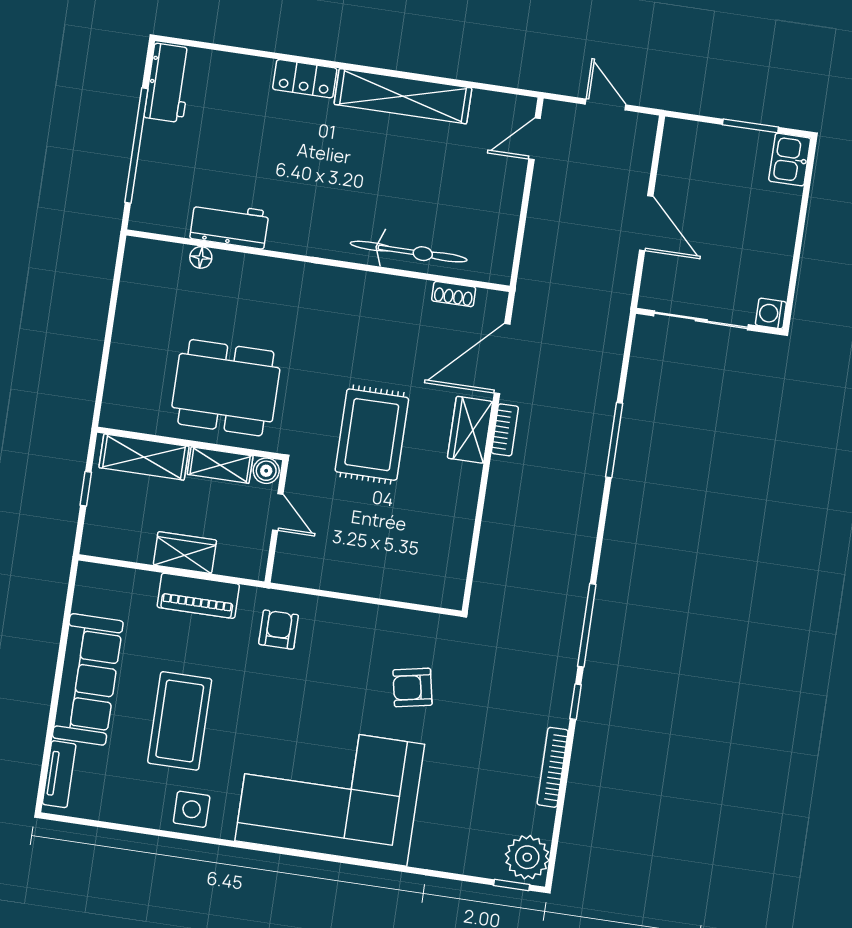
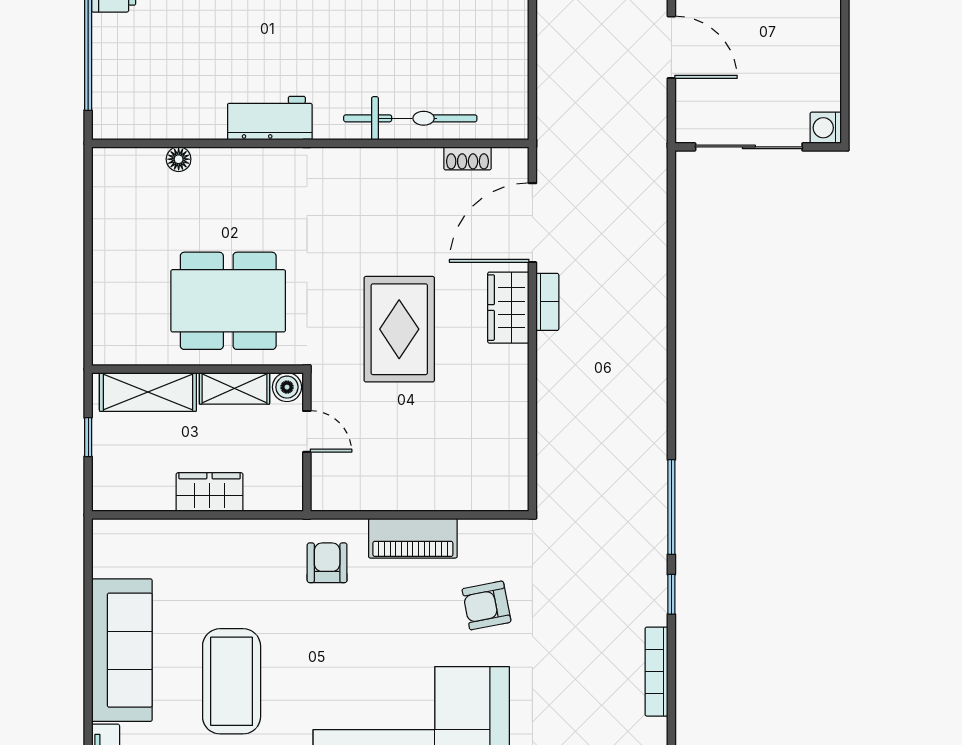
workbench: (229, 225) -> (270, 118), moved
window: (614, 440) -> (671, 295), removed
piano: (198, 596) -> (413, 538), moved

